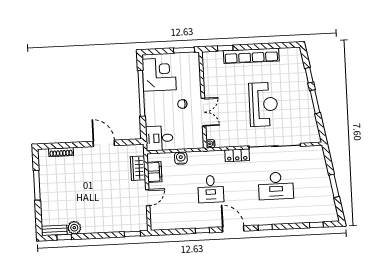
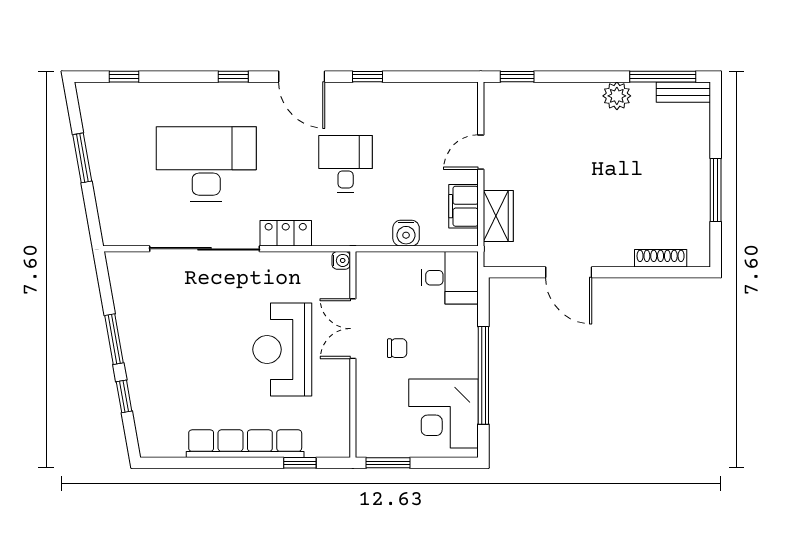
reception desk: (263, 104) -> (282, 350), moved
desk: (276, 186) -> (206, 164), width x1.36, depth x1.30
plant: (74, 228) -> (617, 96), moved
window: (64, 237) -> (663, 77), width x2.17

